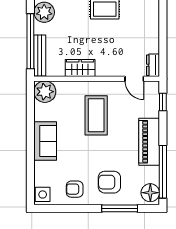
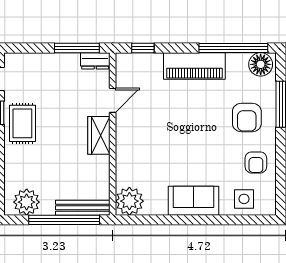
window: (163, 51) -> (77, 48), added
wardrobe: (80, 68) -> (99, 135), moved
door: (134, 79) -> (113, 100), moved
coffee table: (96, 115) -> (160, 135), removed
side table: (43, 194) -> (244, 199), moved

